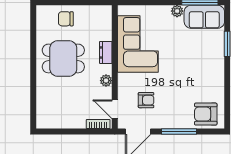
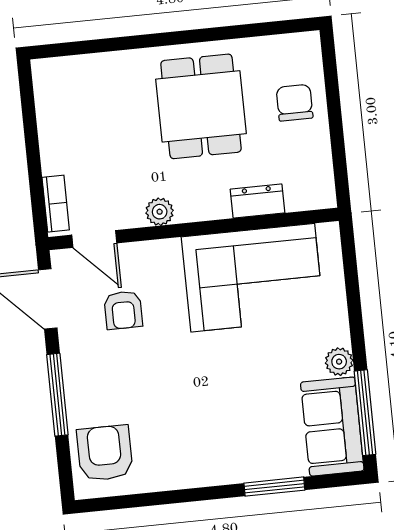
dresser: (106, 52) -> (257, 201), moved
door: (115, 109) -> (94, 239), swing flipped

